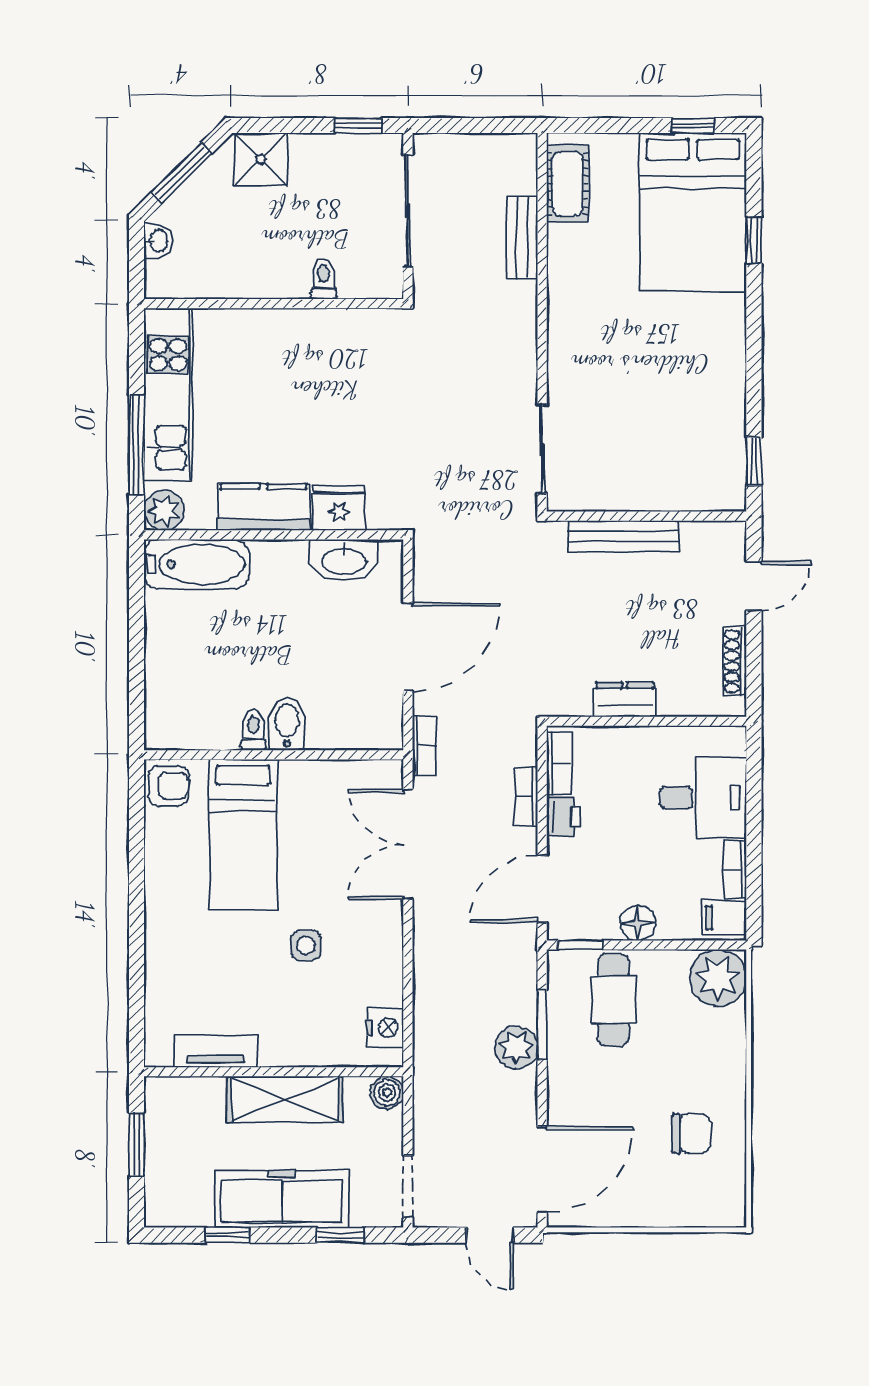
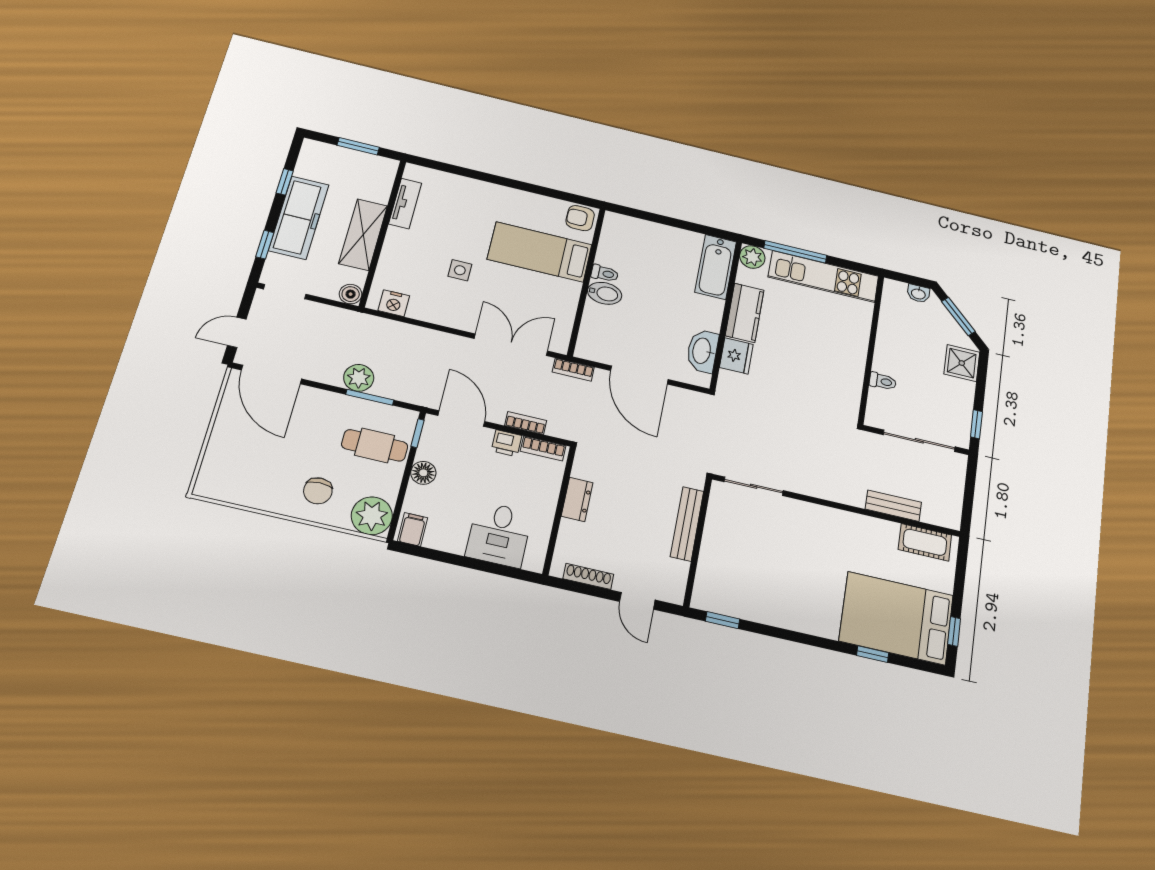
armchair: (168, 786) -> (580, 218), turned 90
bookcase: (735, 870) -> (444, 544), removed
chair: (692, 1133) -> (318, 491), moved

